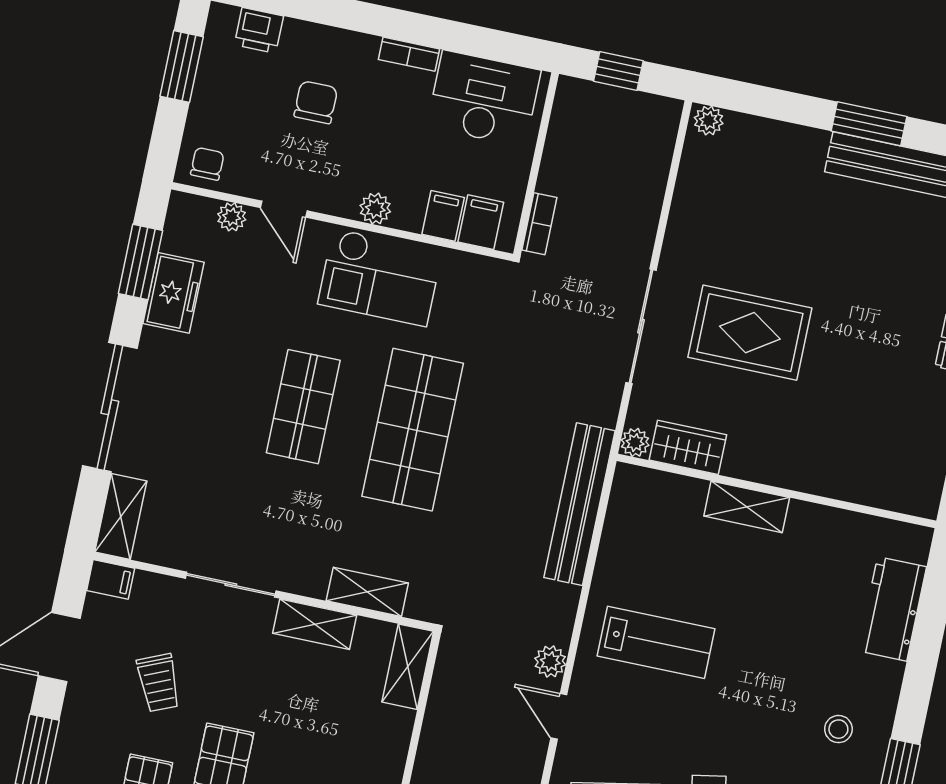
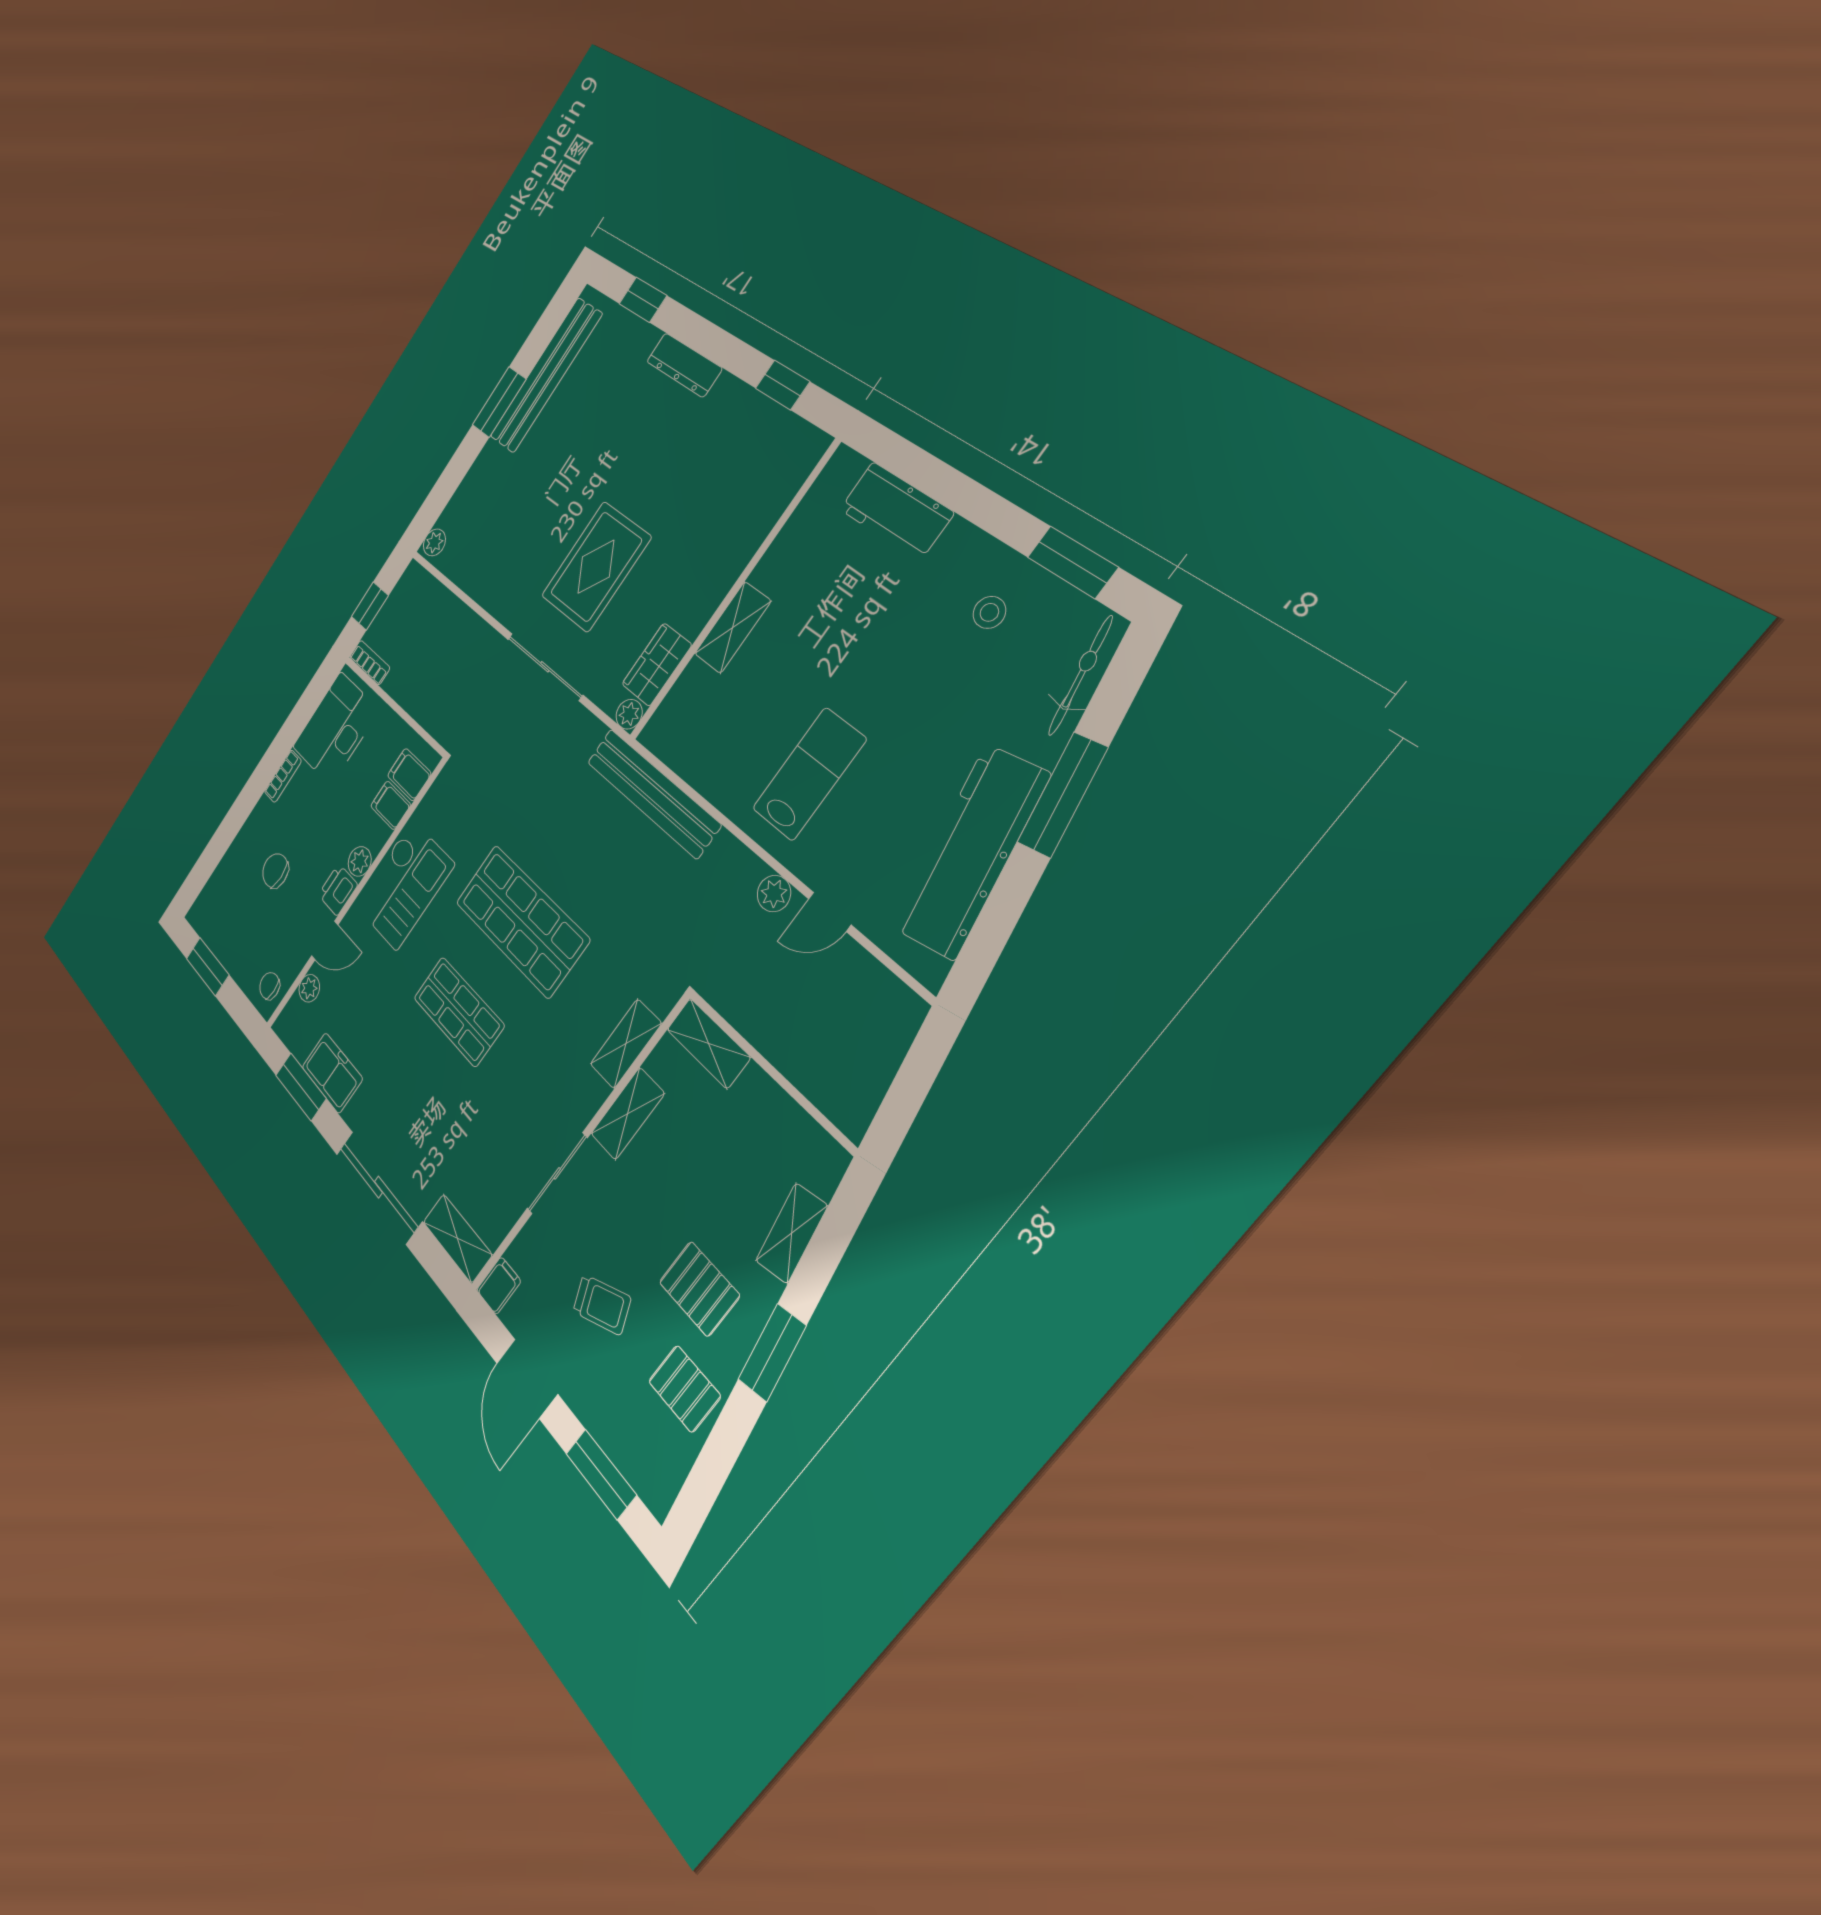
printer: (259, 30) -> (338, 890), moved, turned 180
bookcase: (539, 224) -> (370, 663), moved

